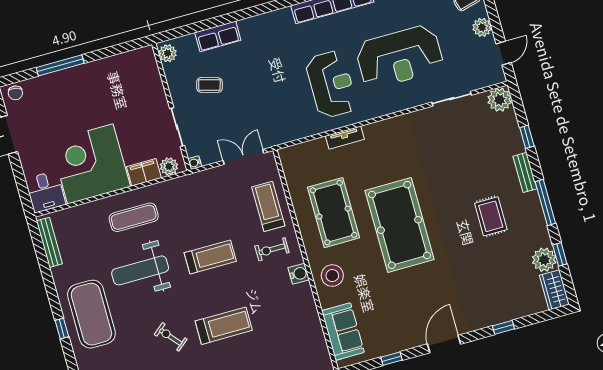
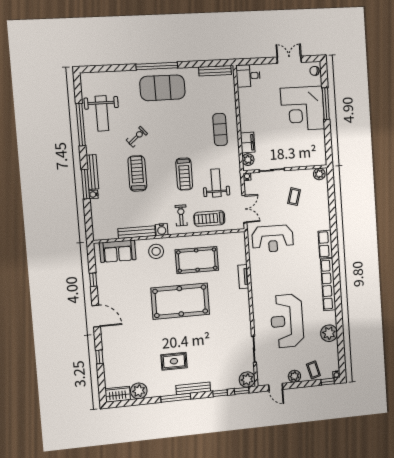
row of seats: (218, 36) -> (325, 244), moved
reception desk: (331, 84) -> (273, 239), moved
corner desk: (90, 164) -> (303, 109), moved, turned 180
bench: (525, 172) -> (193, 388), width x1.36
treadmill: (268, 206) -> (209, 219), turned 180
window: (560, 254) -> (242, 391), moved
weight bench: (140, 270) -> (216, 183), moved, width x0.73, depth x0.75
bench: (310, 309) -> (137, 232), added
treadmill: (224, 326) -> (137, 173), turned 180
window: (62, 329) -> (157, 66), width x3.17

